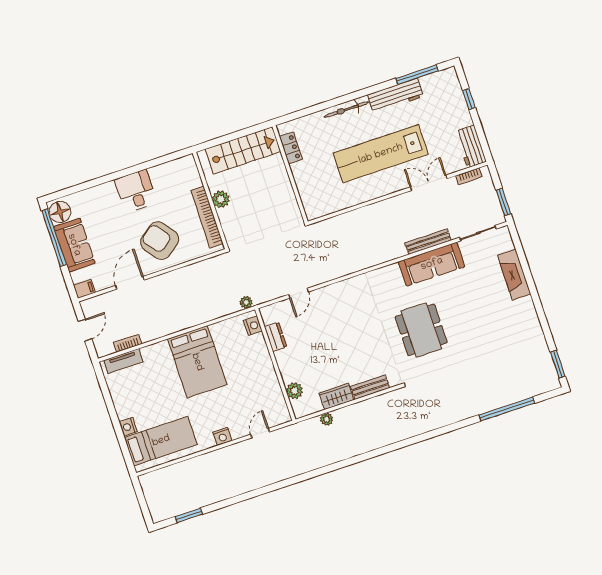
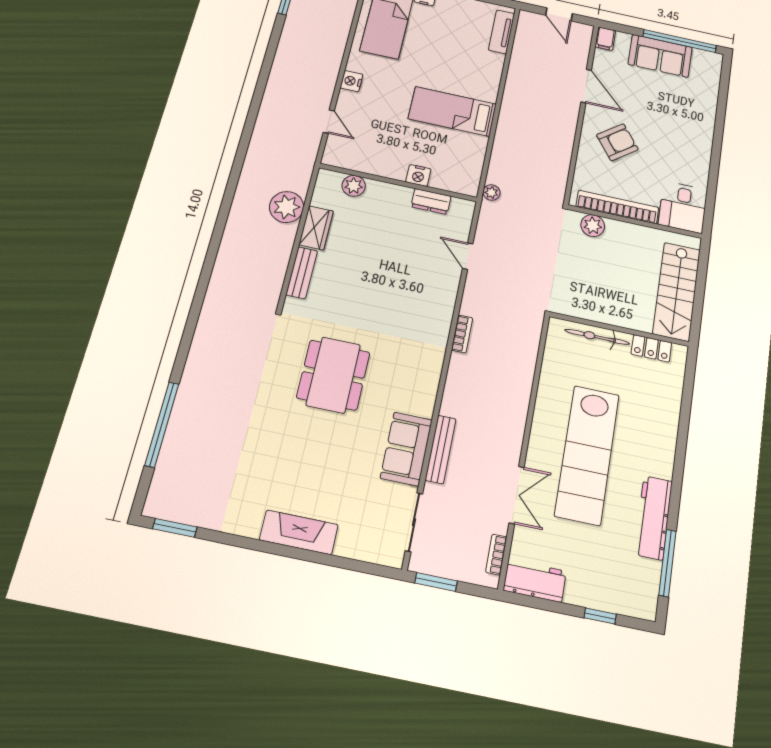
bicycle: (346, 110) -> (597, 337), moved, turned -90
lab bench: (381, 154) -> (587, 455), turned 180
desk: (136, 191) -> (683, 207), moved, turned 90
plant: (221, 199) -> (593, 226), moved
floor lamp: (60, 212) -> (705, 62), removed
armchair: (160, 241) -> (617, 142), width x0.73, depth x0.73
sofa: (432, 264) -> (406, 449), width x0.73
fireplace: (514, 275) -> (299, 532), moved
nightstand: (253, 326) -> (418, 175), moved
dining table: (421, 330) -> (333, 375), turned 90
bookcase: (128, 343) -> (462, 334), moved
bed: (197, 362) -> (452, 111), width x0.67
plant: (327, 419) -> (287, 207), width x1.87, depth x1.87

